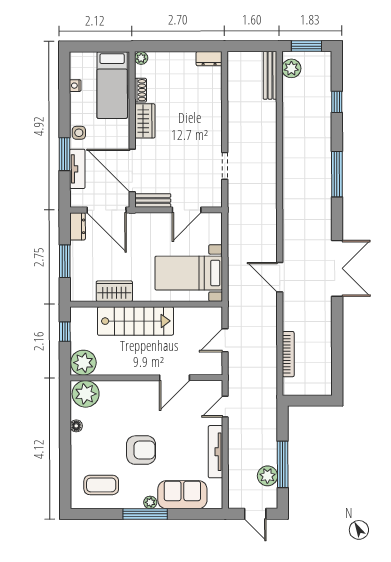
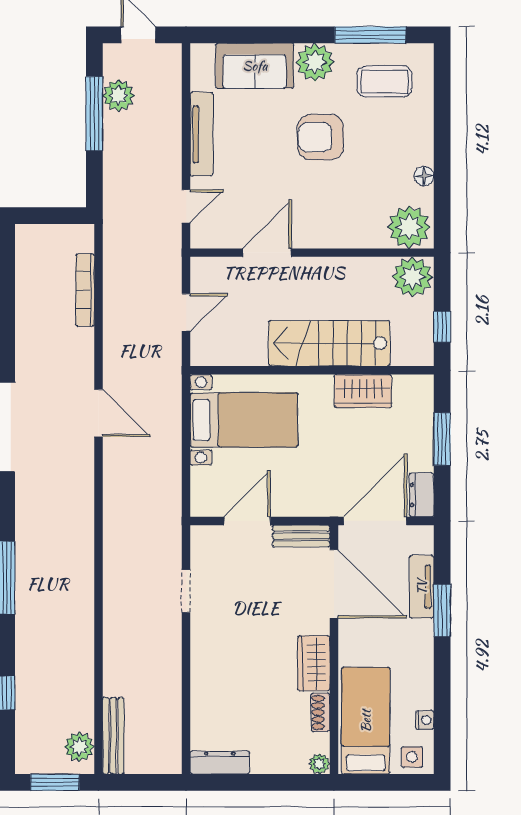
dresser: (209, 59) -> (220, 763), width x1.44
side table: (79, 133) -> (412, 757), moved
door: (107, 210) -> (375, 521), hinge flipped
plant: (150, 502) -> (315, 62), width x1.88, depth x1.88
window: (145, 514) -> (370, 35), moved

